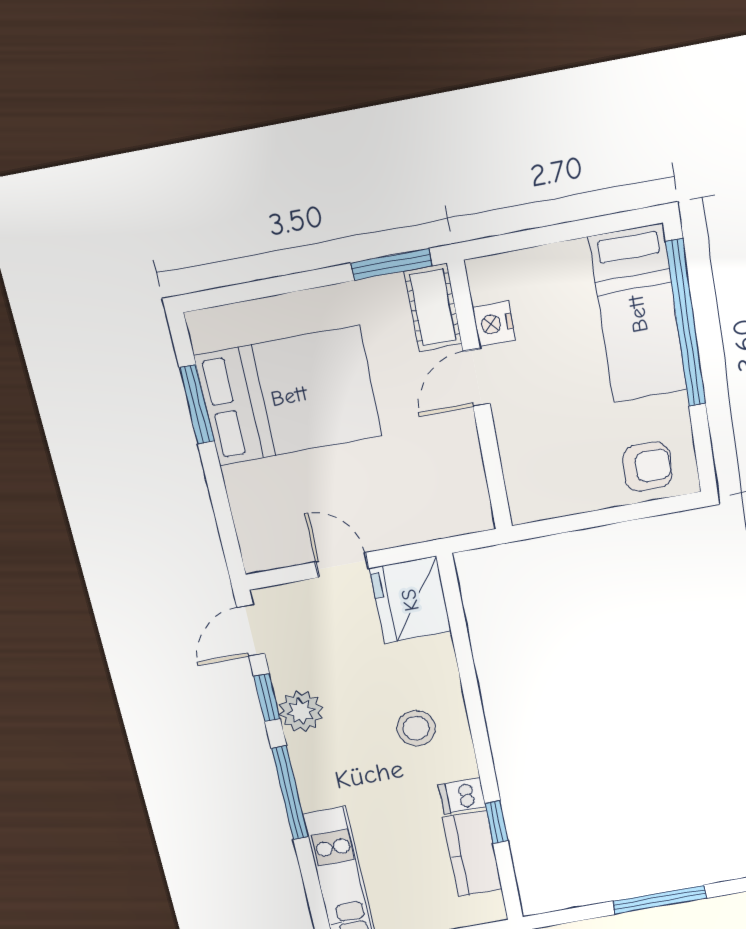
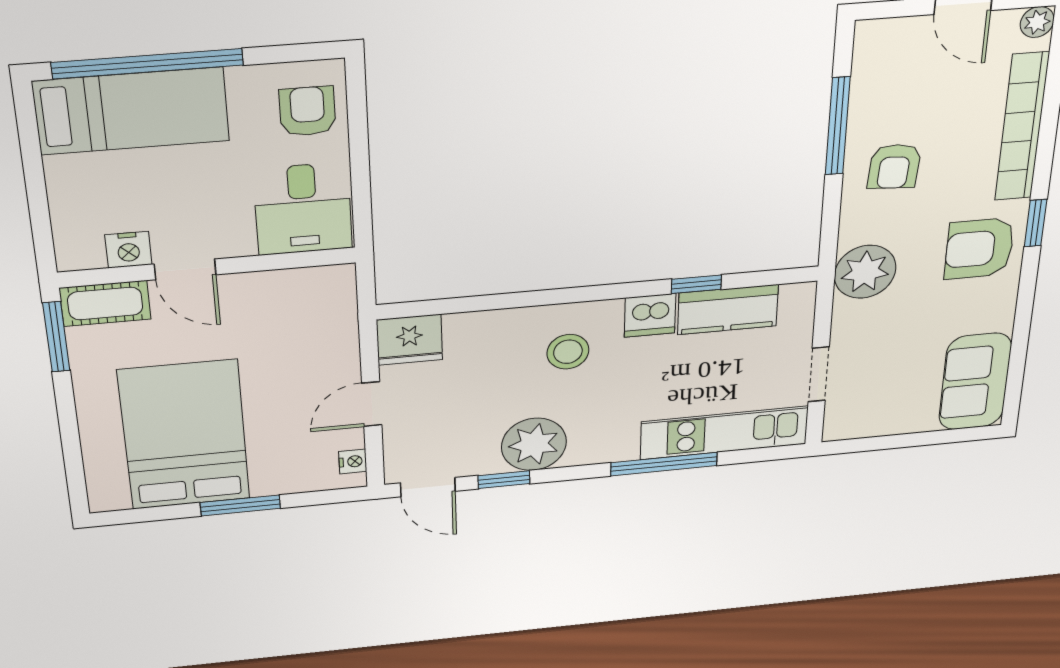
window: (197, 404) -> (240, 505), moved
desk: (549, 475) -> (303, 209), added
nightstand: (274, 557) -> (353, 461), added
fridge: (410, 600) -> (410, 340), width x0.73, depth x0.75
plant: (301, 711) -> (534, 444), width x1.36, depth x1.36
window: (290, 793) -> (664, 464), moved
dishwasher: (462, 796) -> (650, 315), width x1.38

